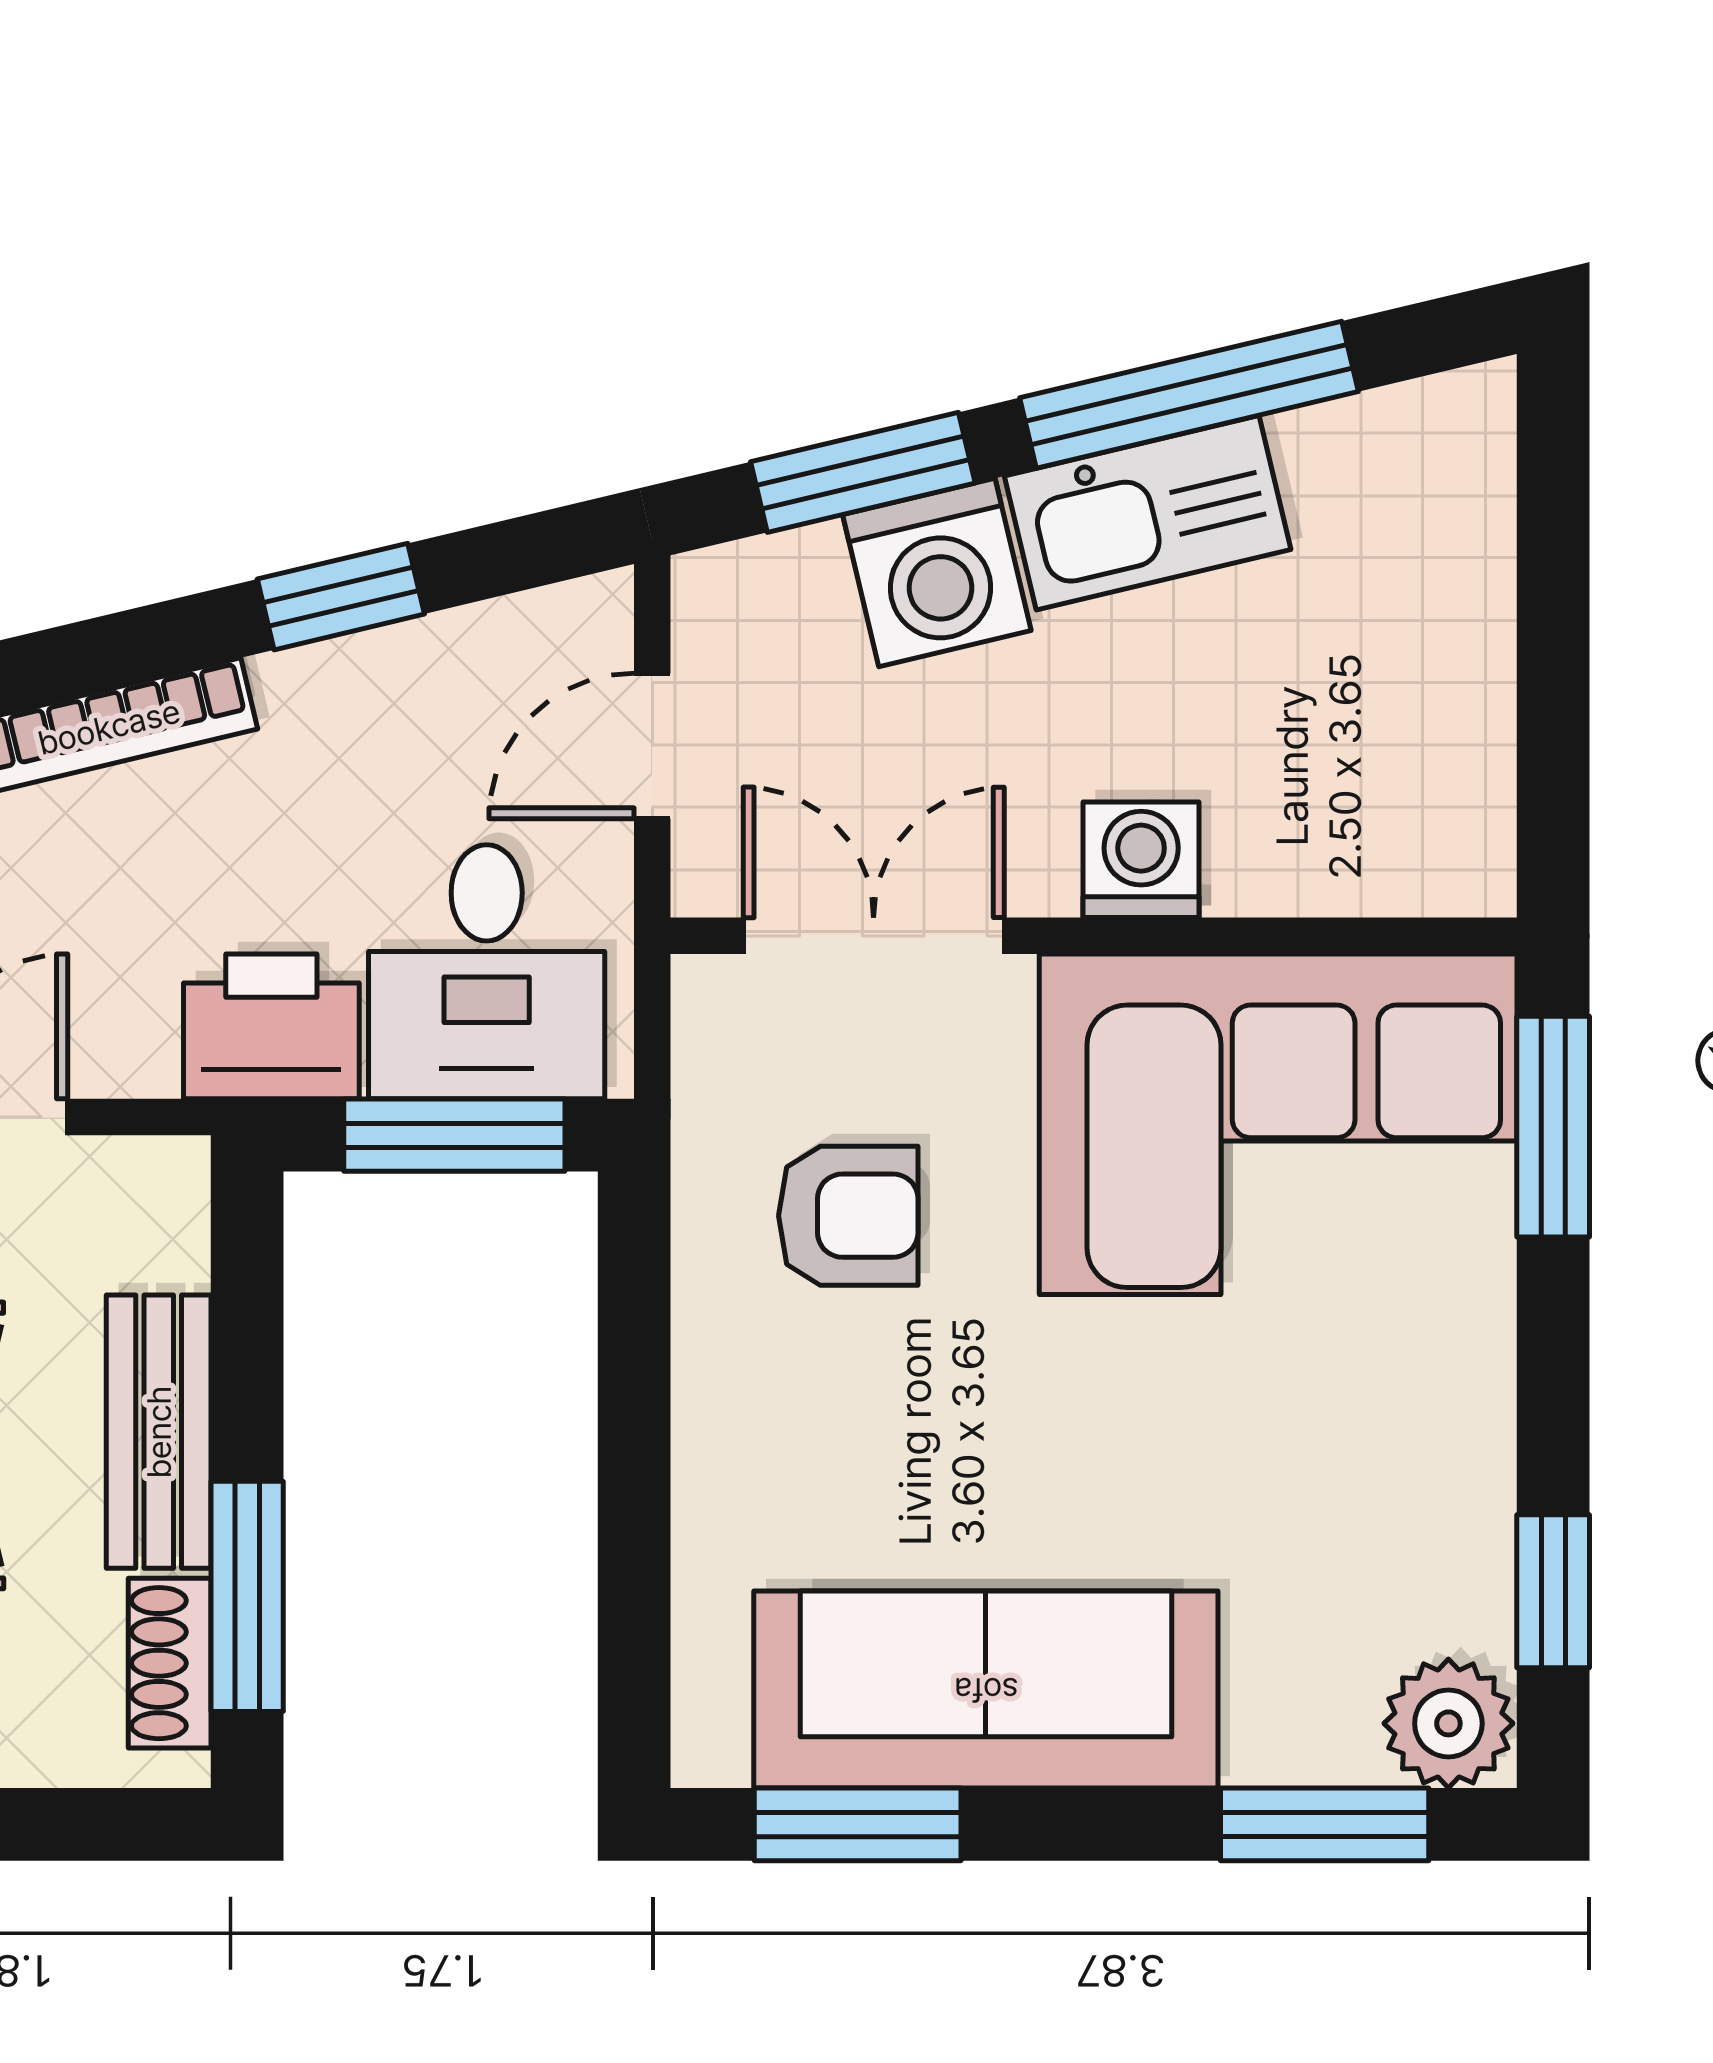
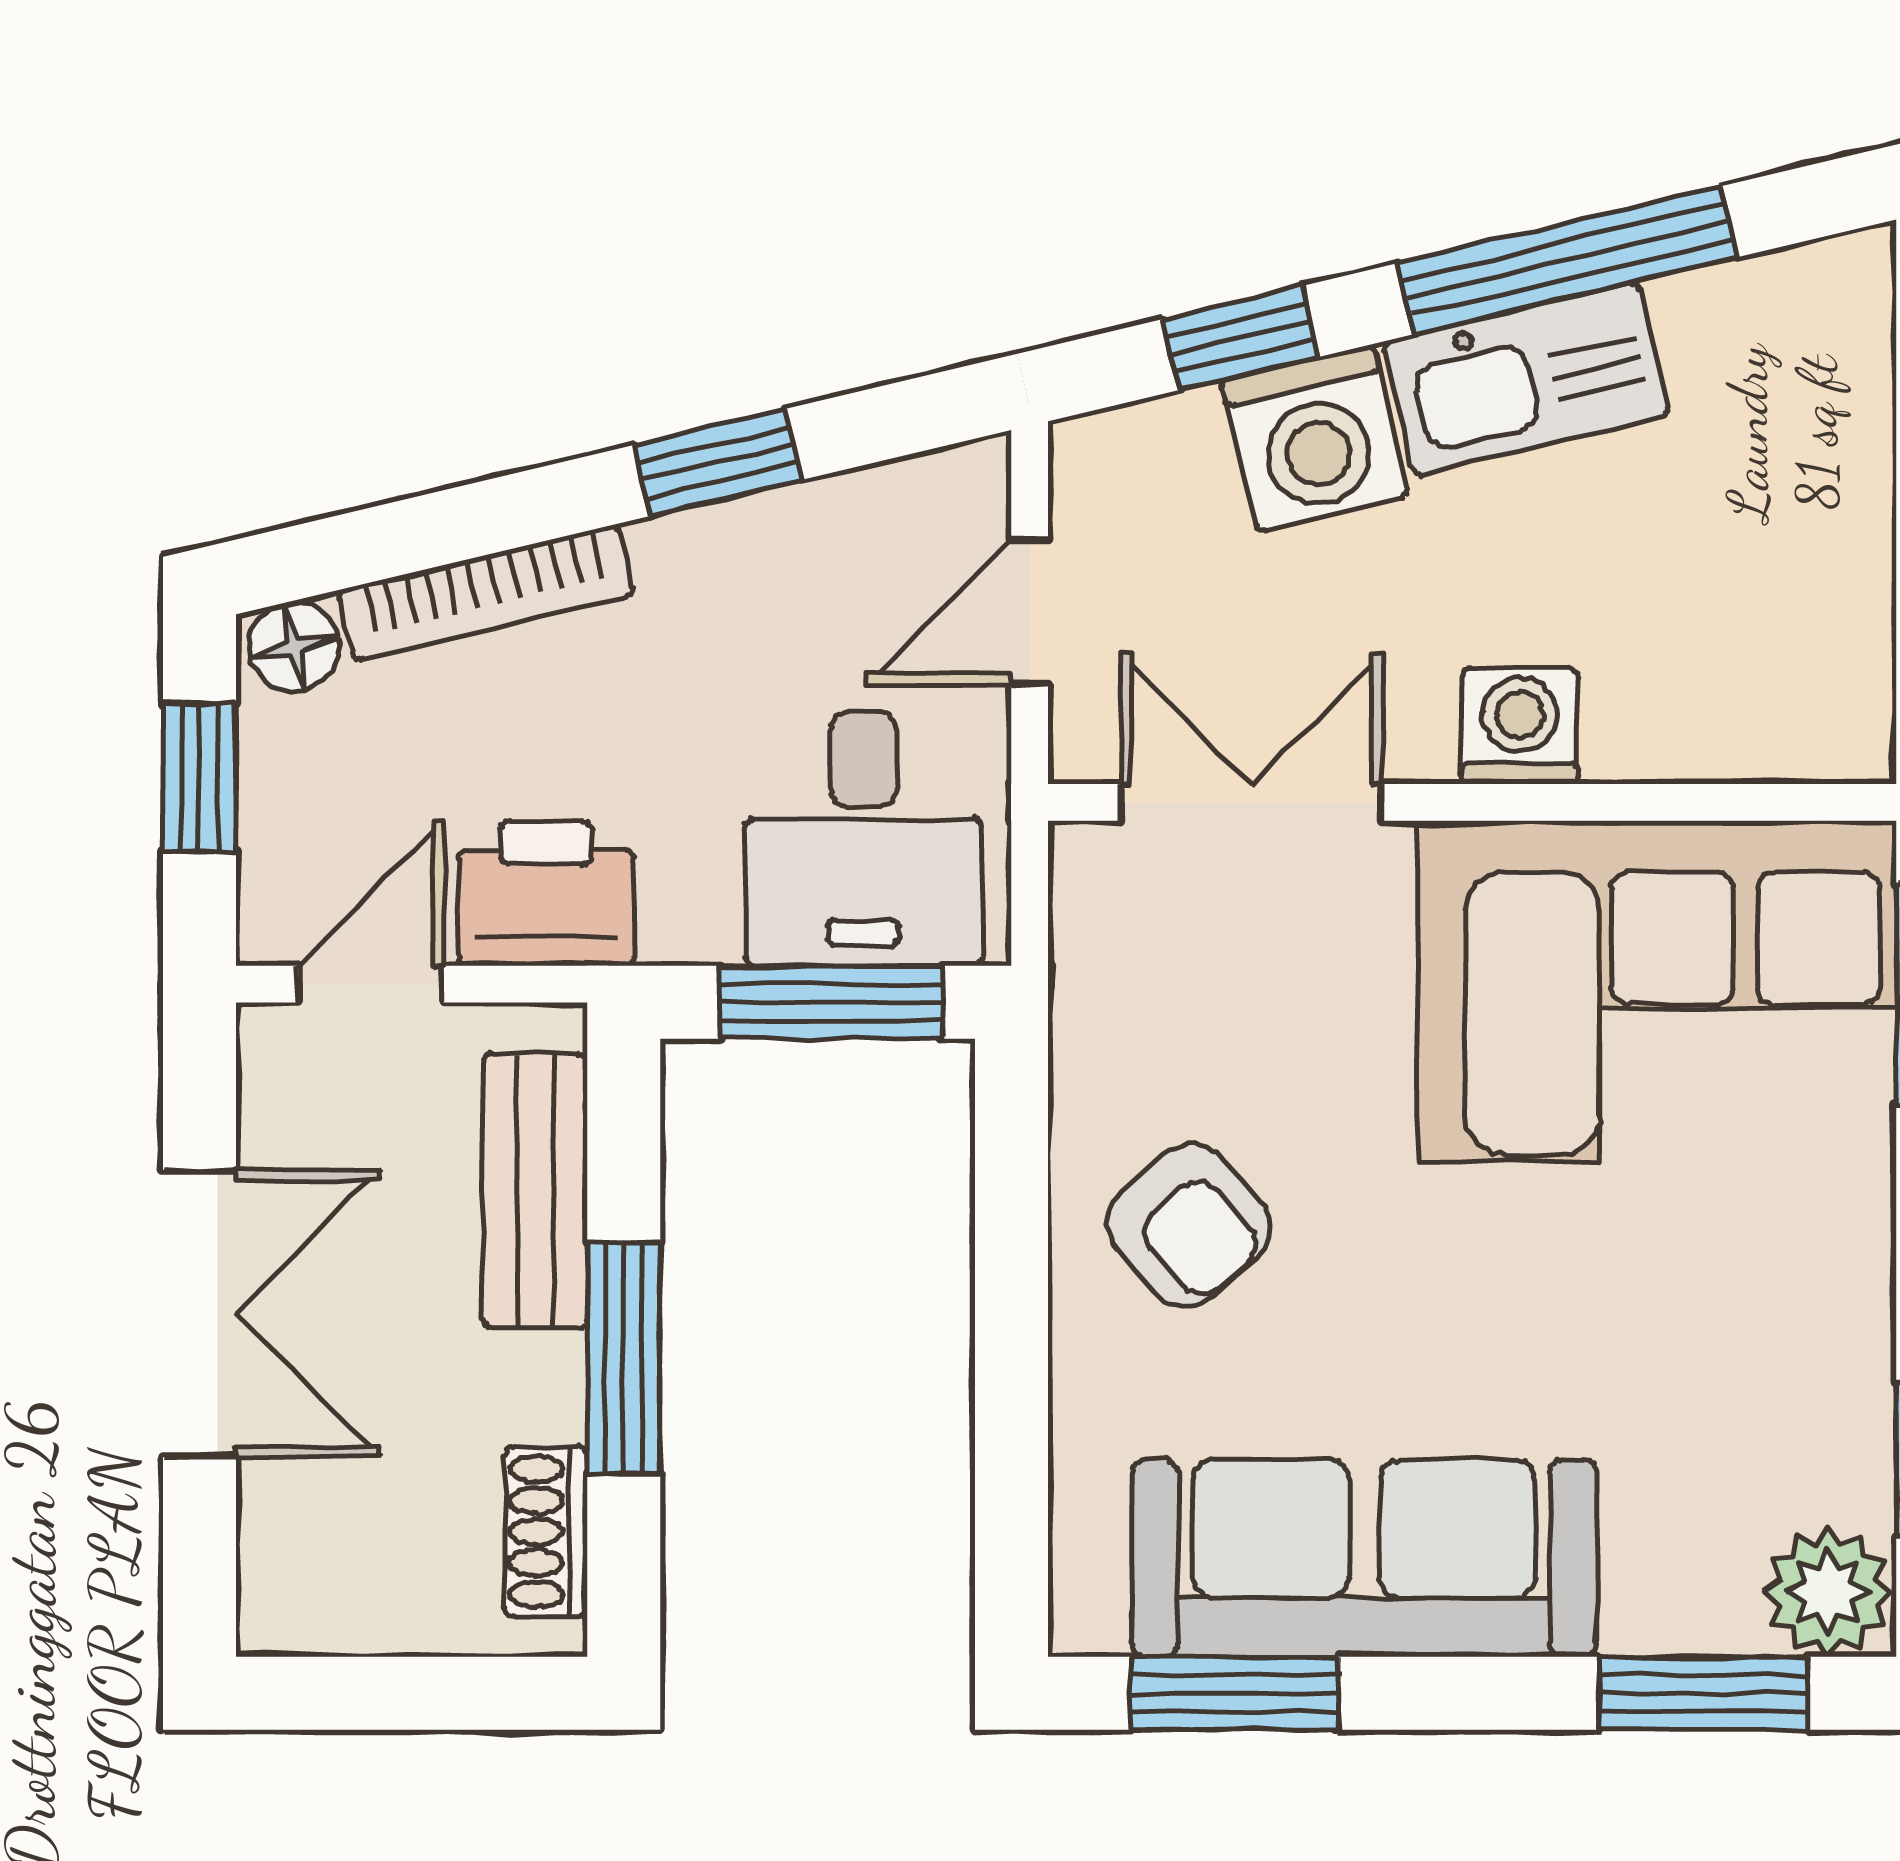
window: (863, 472) -> (1241, 338), width x0.67
printer: (271, 1026) -> (546, 893), moved
armchair: (848, 1216) -> (1189, 1225), moved, turned 49
bench: (159, 1432) -> (535, 1191), moved
window: (247, 1596) -> (624, 1358), moved

